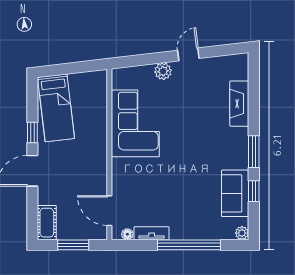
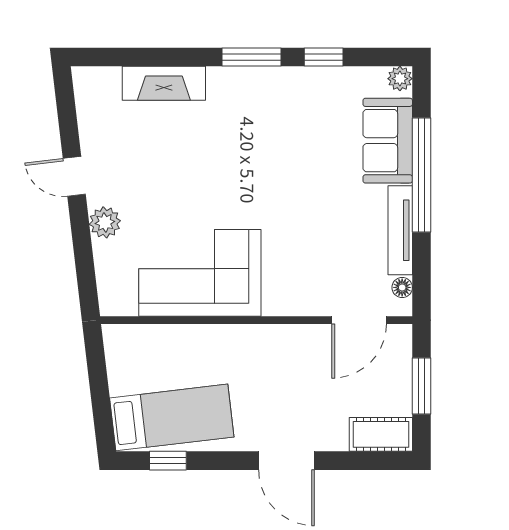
window: (32, 132) -> (168, 461), moved
sofa: (235, 193) -> (388, 141), moved, turned 90
tv unit: (152, 233) -> (400, 230), width x1.41

